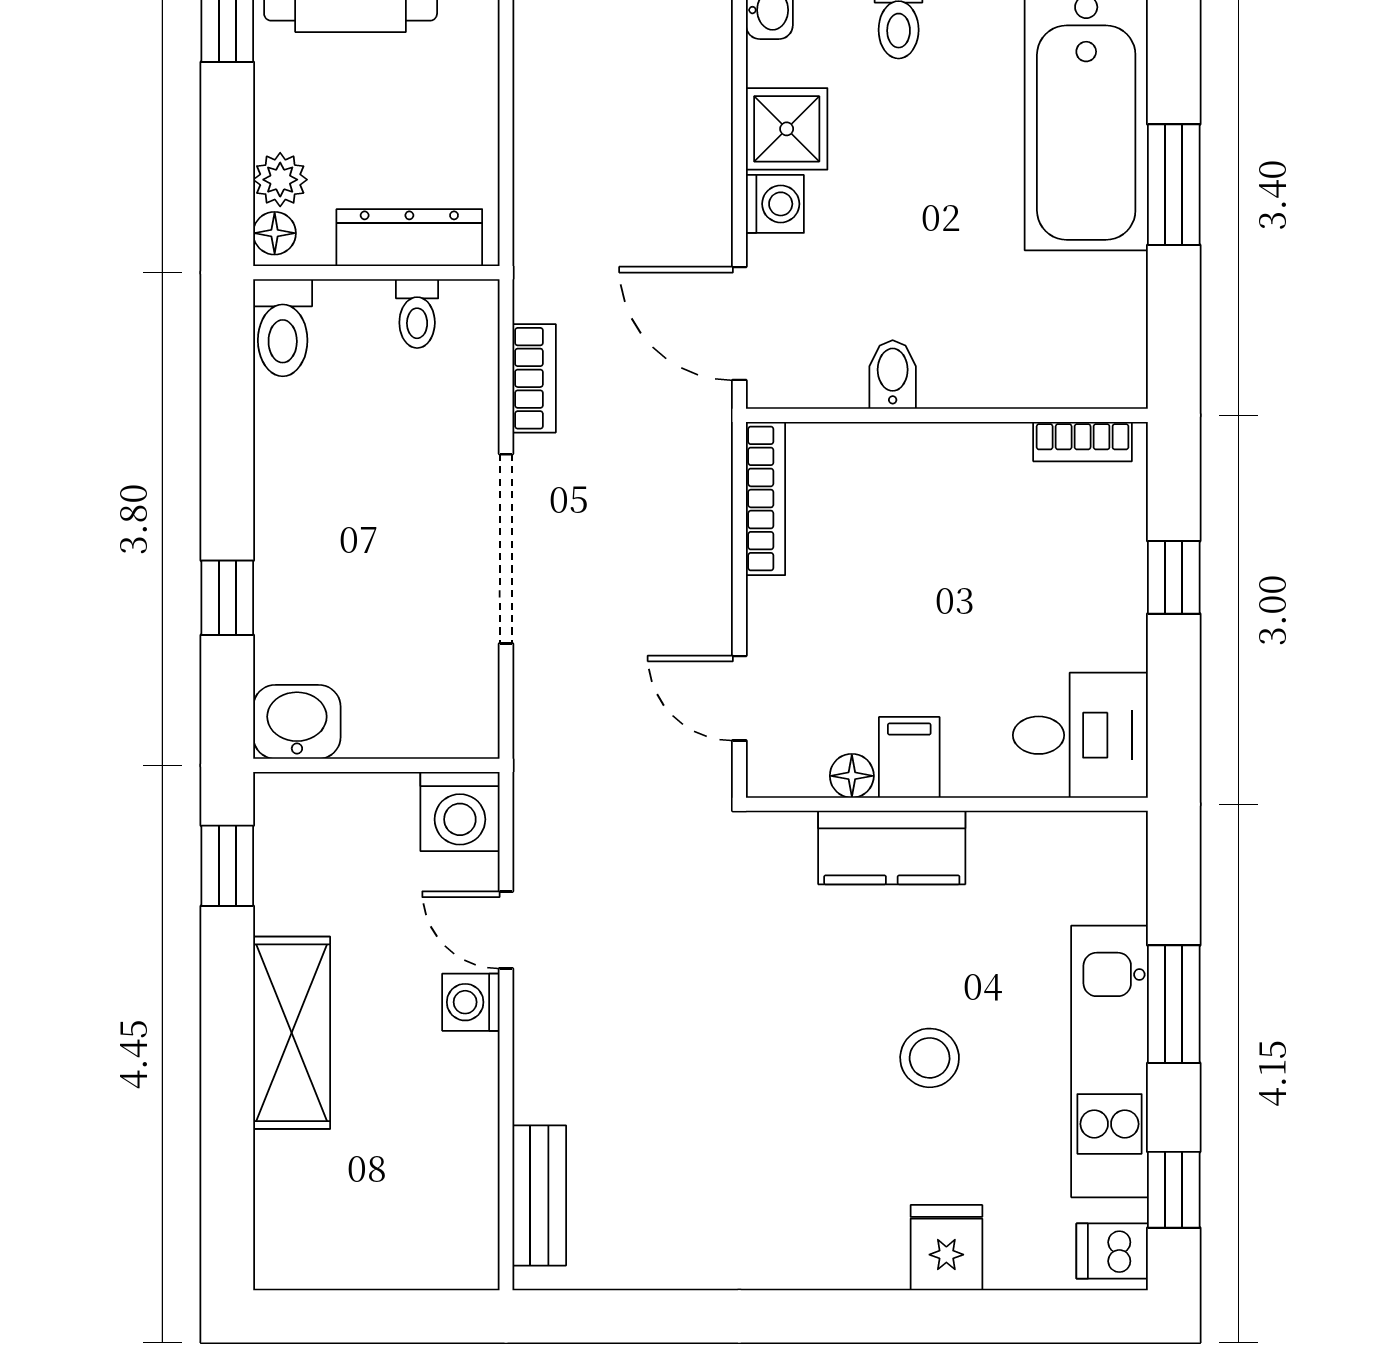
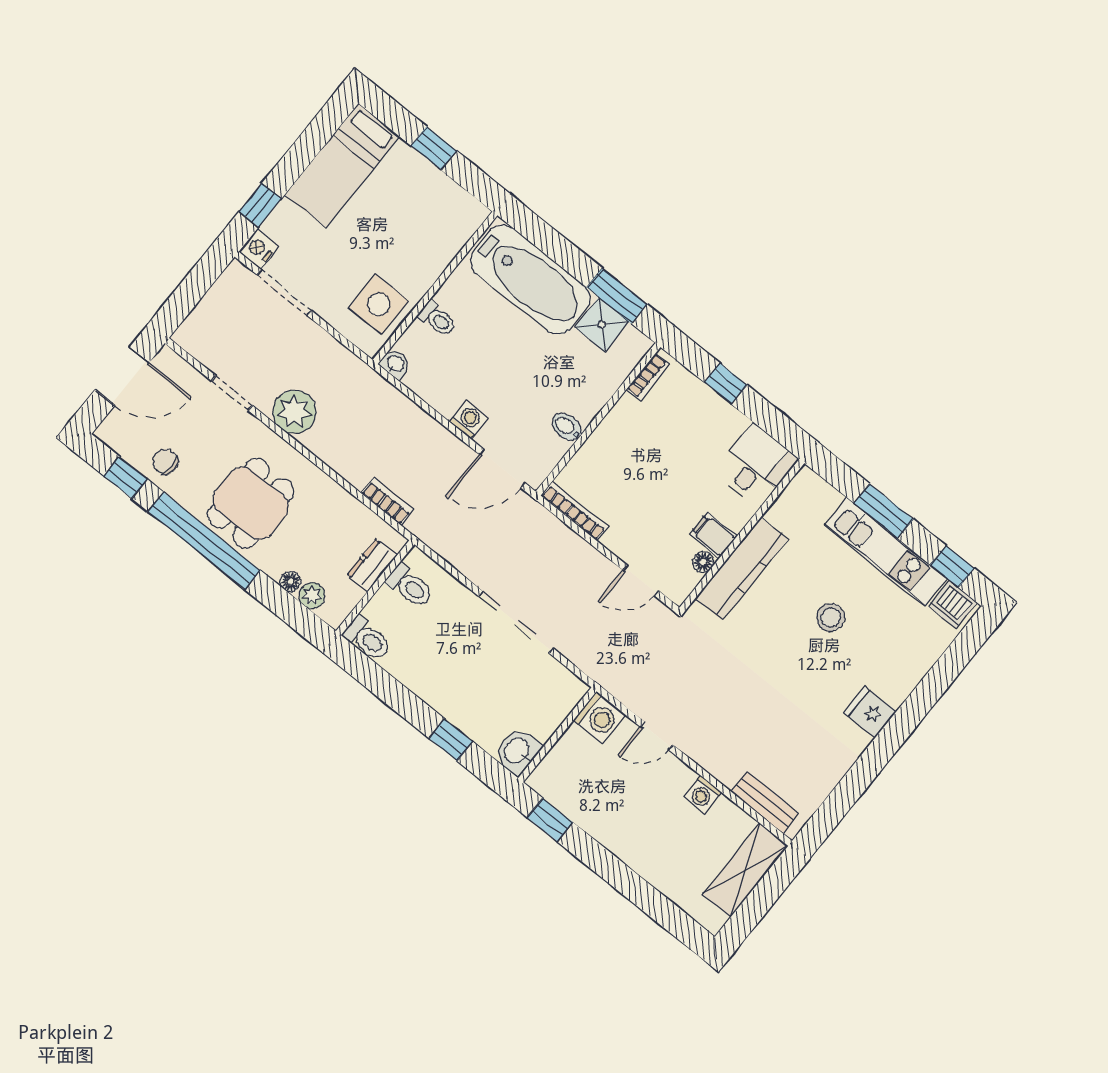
shower: (787, 129) -> (602, 325), moved
window: (1174, 185) -> (617, 296), moved
floor lamp: (275, 233) -> (290, 582), moved
dresser: (409, 238) -> (372, 565), width x0.70
toilet: (417, 314) -> (410, 586), width x1.37, depth x1.39
bookcase: (534, 378) -> (387, 501), moved
kitchen counter: (892, 848) -> (742, 569), width x1.50
washing machine: (471, 1002) -> (703, 794), moved
shelving: (292, 1033) -> (745, 870), moved, turned 90
fridge: (946, 1248) -> (870, 712), moved
dishwasher: (1112, 1251) -> (953, 604), width x1.38

